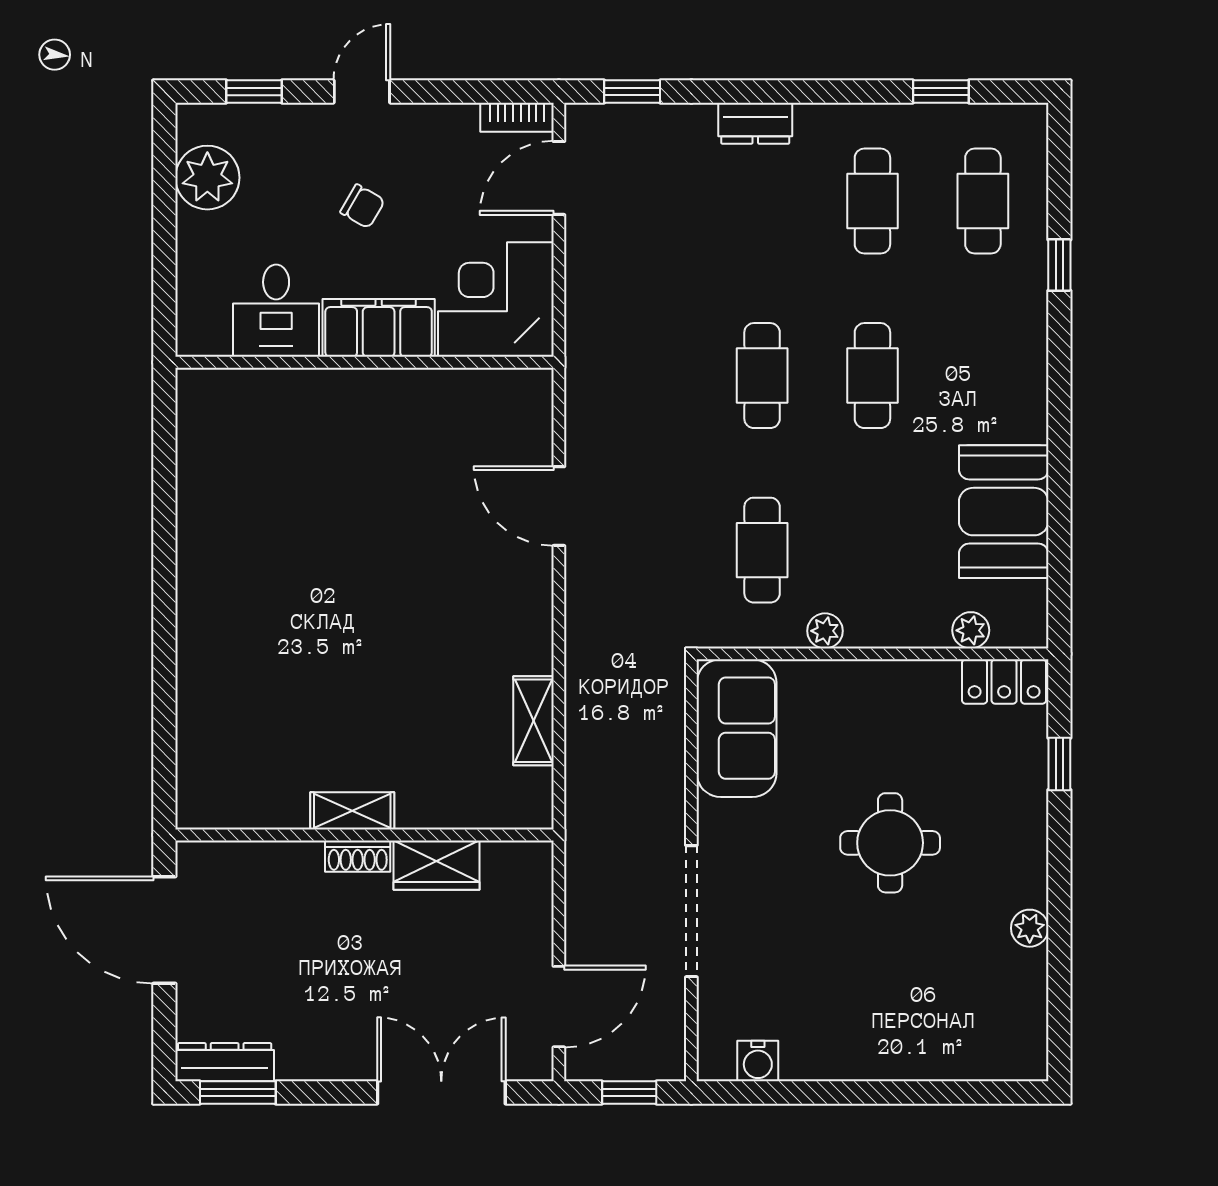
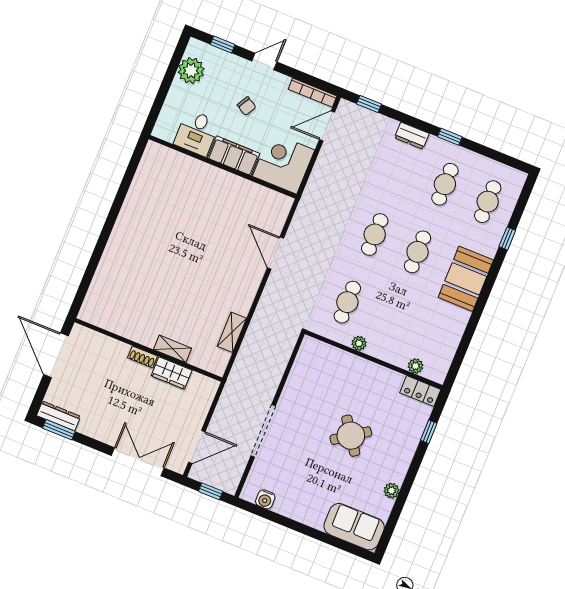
window: (941, 92) -> (450, 137), moved
bookcase: (517, 117) -> (312, 93), width x1.56
booth: (1004, 512) -> (466, 279), moved
sofa: (737, 728) -> (354, 527), moved, turned -90
shelving: (352, 811) -> (173, 349), moved
round table: (890, 843) -> (351, 436), turned -35

